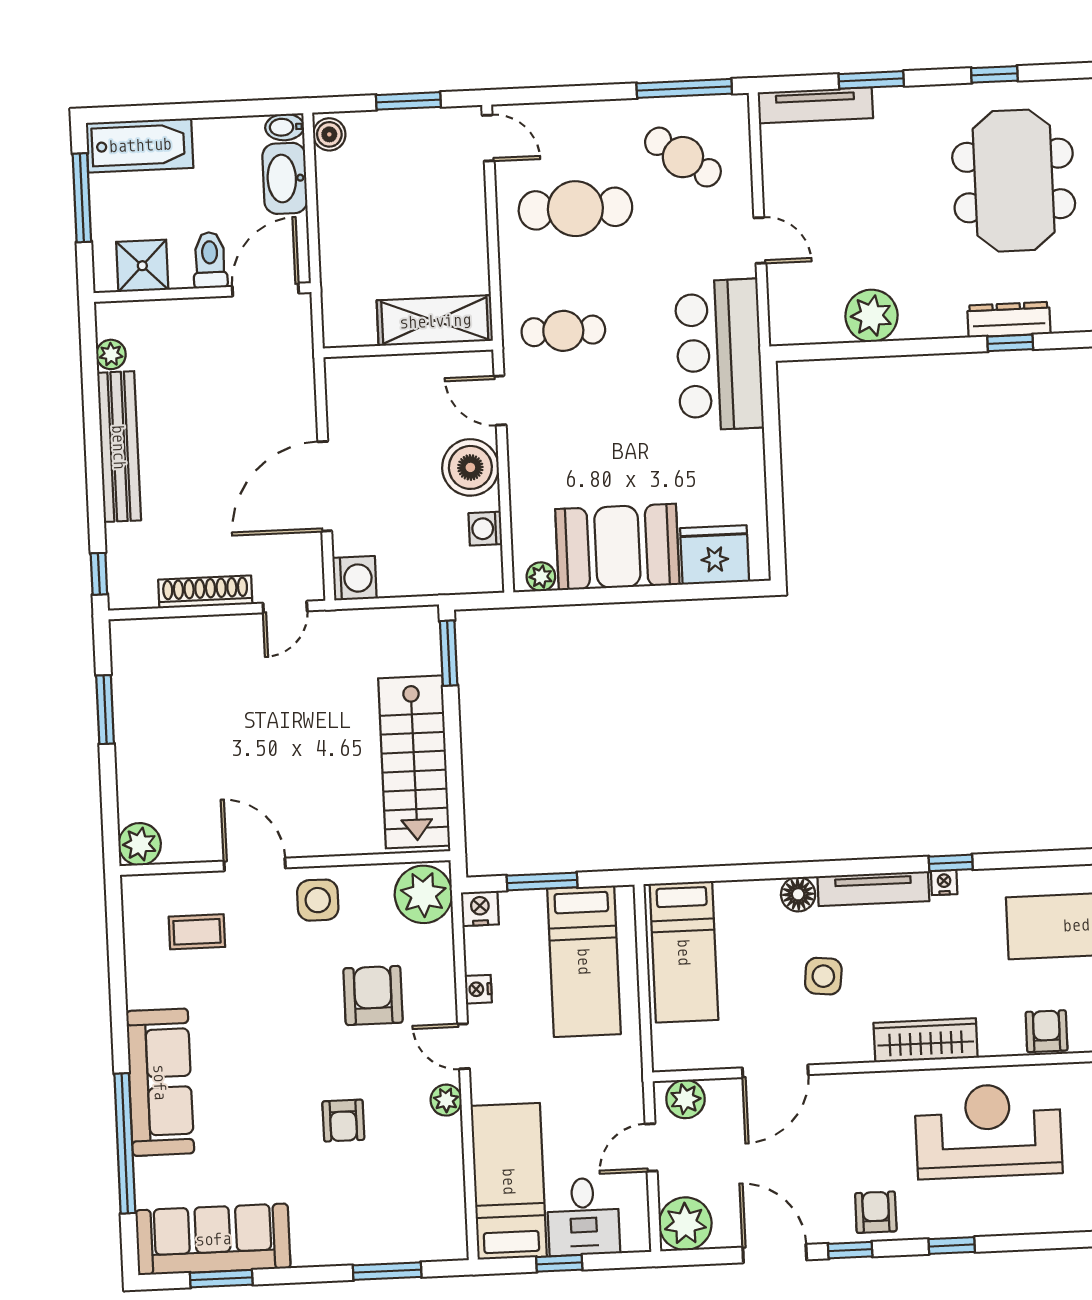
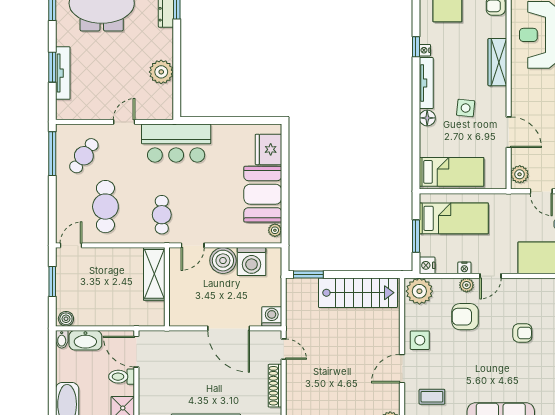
tv unit: (815, 105) -> (63, 73), moved
washing machine: (485, 529) -> (252, 262), width x1.89, depth x1.89
coffee table: (197, 932) -> (432, 397), turned 90
plant: (446, 1100) -> (467, 285), moved

